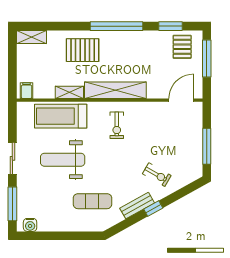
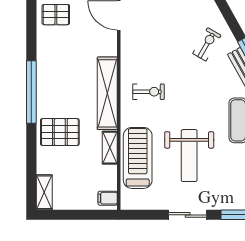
window: (171, 26) -> (31, 28), removed
pallet: (83, 50) -> (60, 132), turned 90
treadmill: (61, 116) -> (138, 158), turned 180

